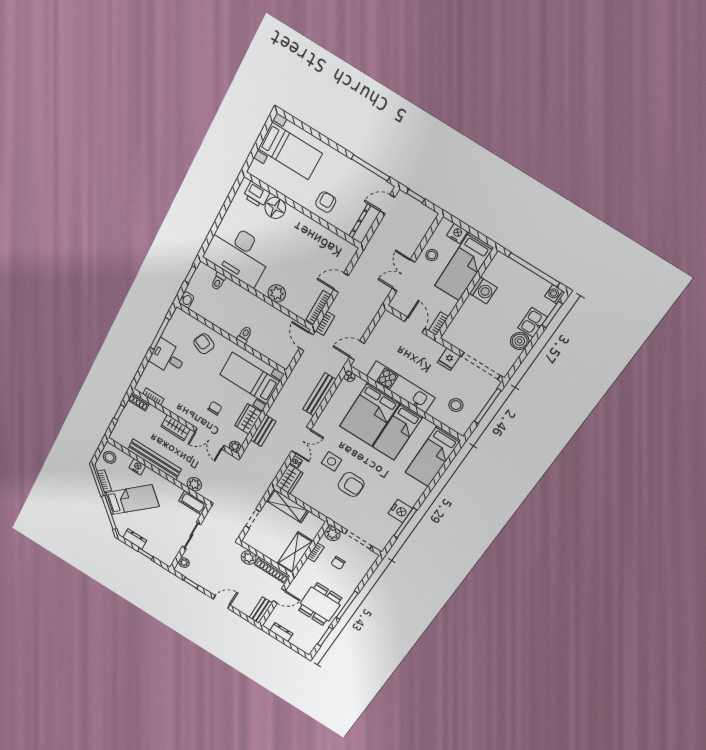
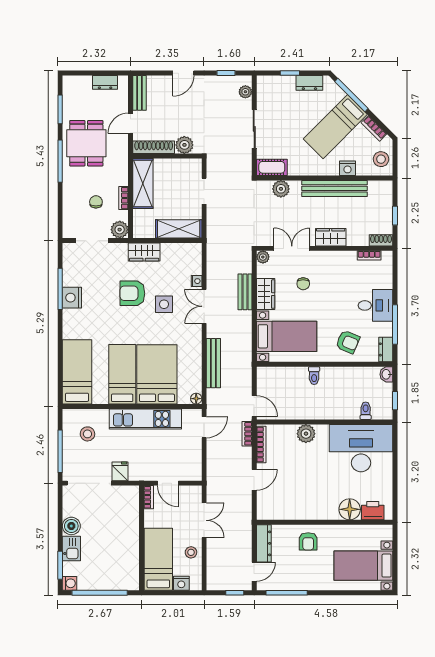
washing machine: (483, 290) -> (129, 550), removed
dresser: (177, 319) -> (386, 349), added
wardrobe: (289, 479) -> (144, 252), moved, turned -90

